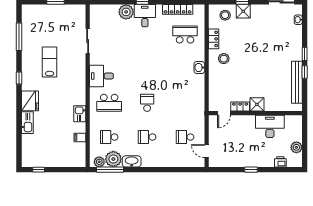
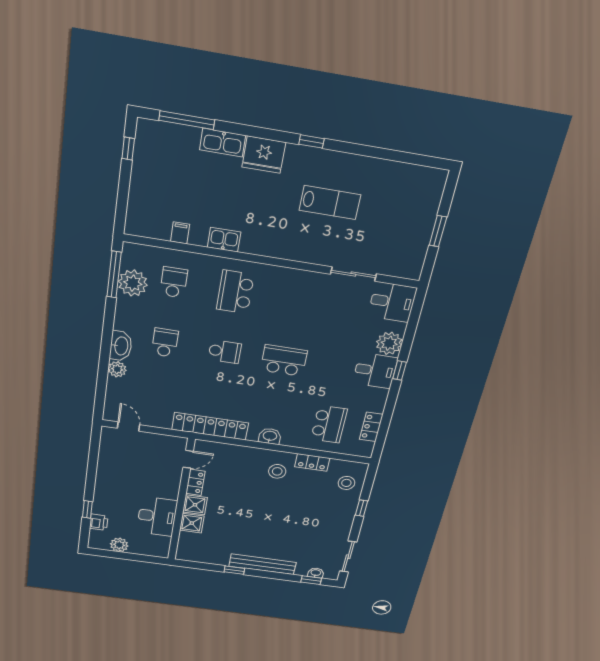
locker: (178, 9) -> (371, 427), width x0.66
shower: (243, 11) -> (192, 523), moved
window: (19, 37) -> (187, 120), moved
window: (305, 54) -> (311, 580), moved
desk: (101, 76) -> (392, 302), moved, turned 90
bench: (297, 82) -> (263, 564), moved
locker: (198, 104) -> (210, 426), added
door: (224, 113) -> (188, 459), swing flipped
school desk: (185, 137) -> (284, 360), moved, width x1.85
door: (207, 151) -> (129, 427), hinge flipped
washbasin: (132, 161) -> (121, 346), moved
plant: (99, 162) -> (117, 369), moved
window: (251, 170) -> (87, 509), moved

